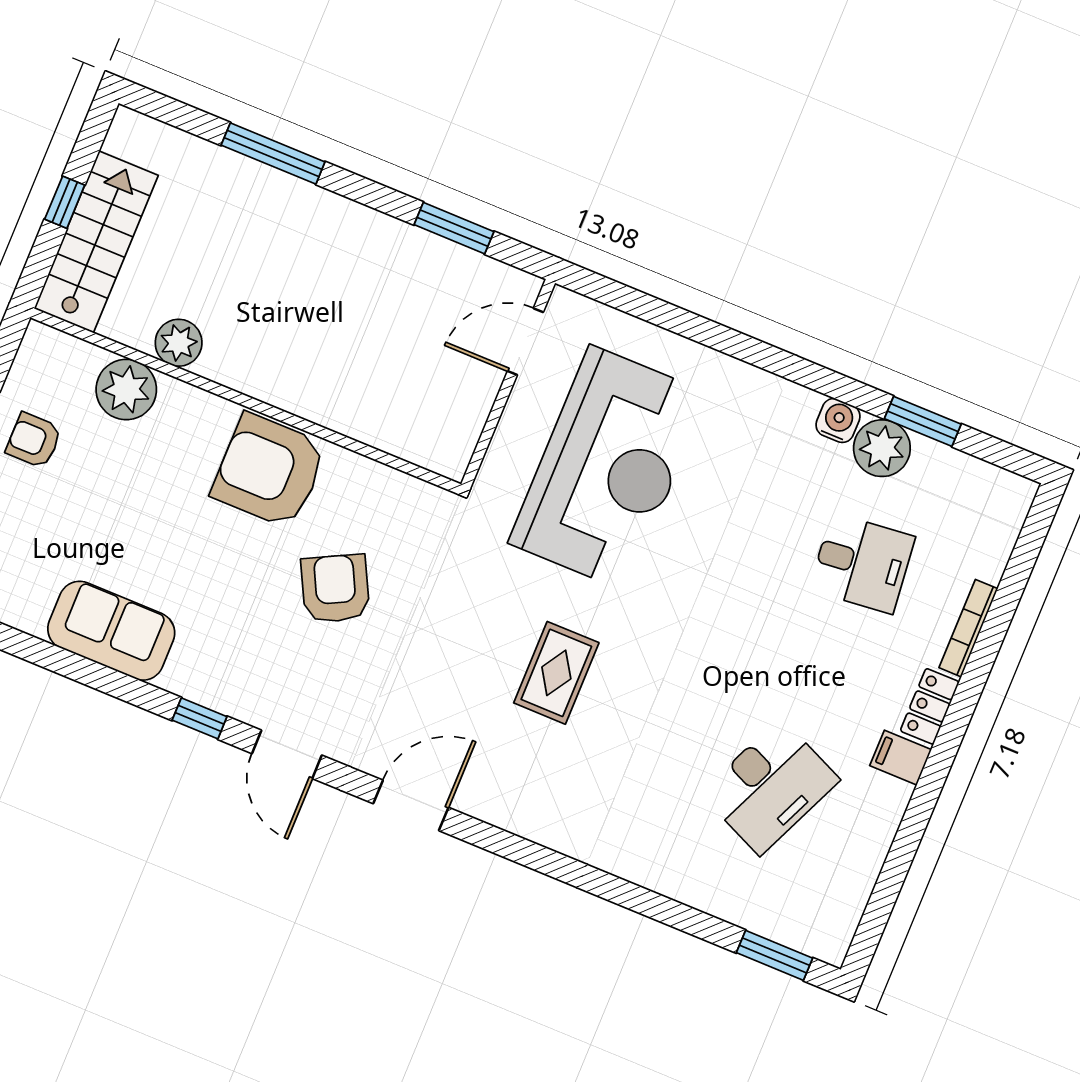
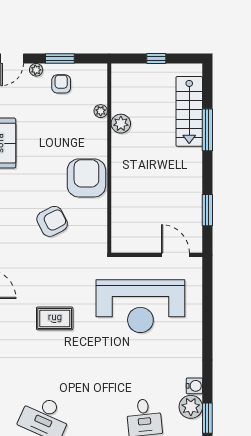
stairs: (96, 242) -> (189, 111), moved, turned 90
plant: (126, 390) -> (101, 111), width x0.53, depth x0.53

